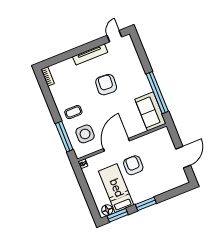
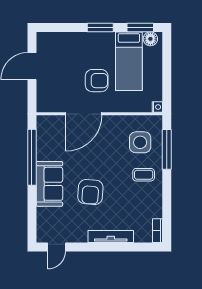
tv unit: (90, 54) -> (111, 236), moved
sofa: (150, 111) -> (49, 184), moved
door: (116, 145) -> (84, 114), moved
armchair: (133, 165) -> (97, 81), turned -90

